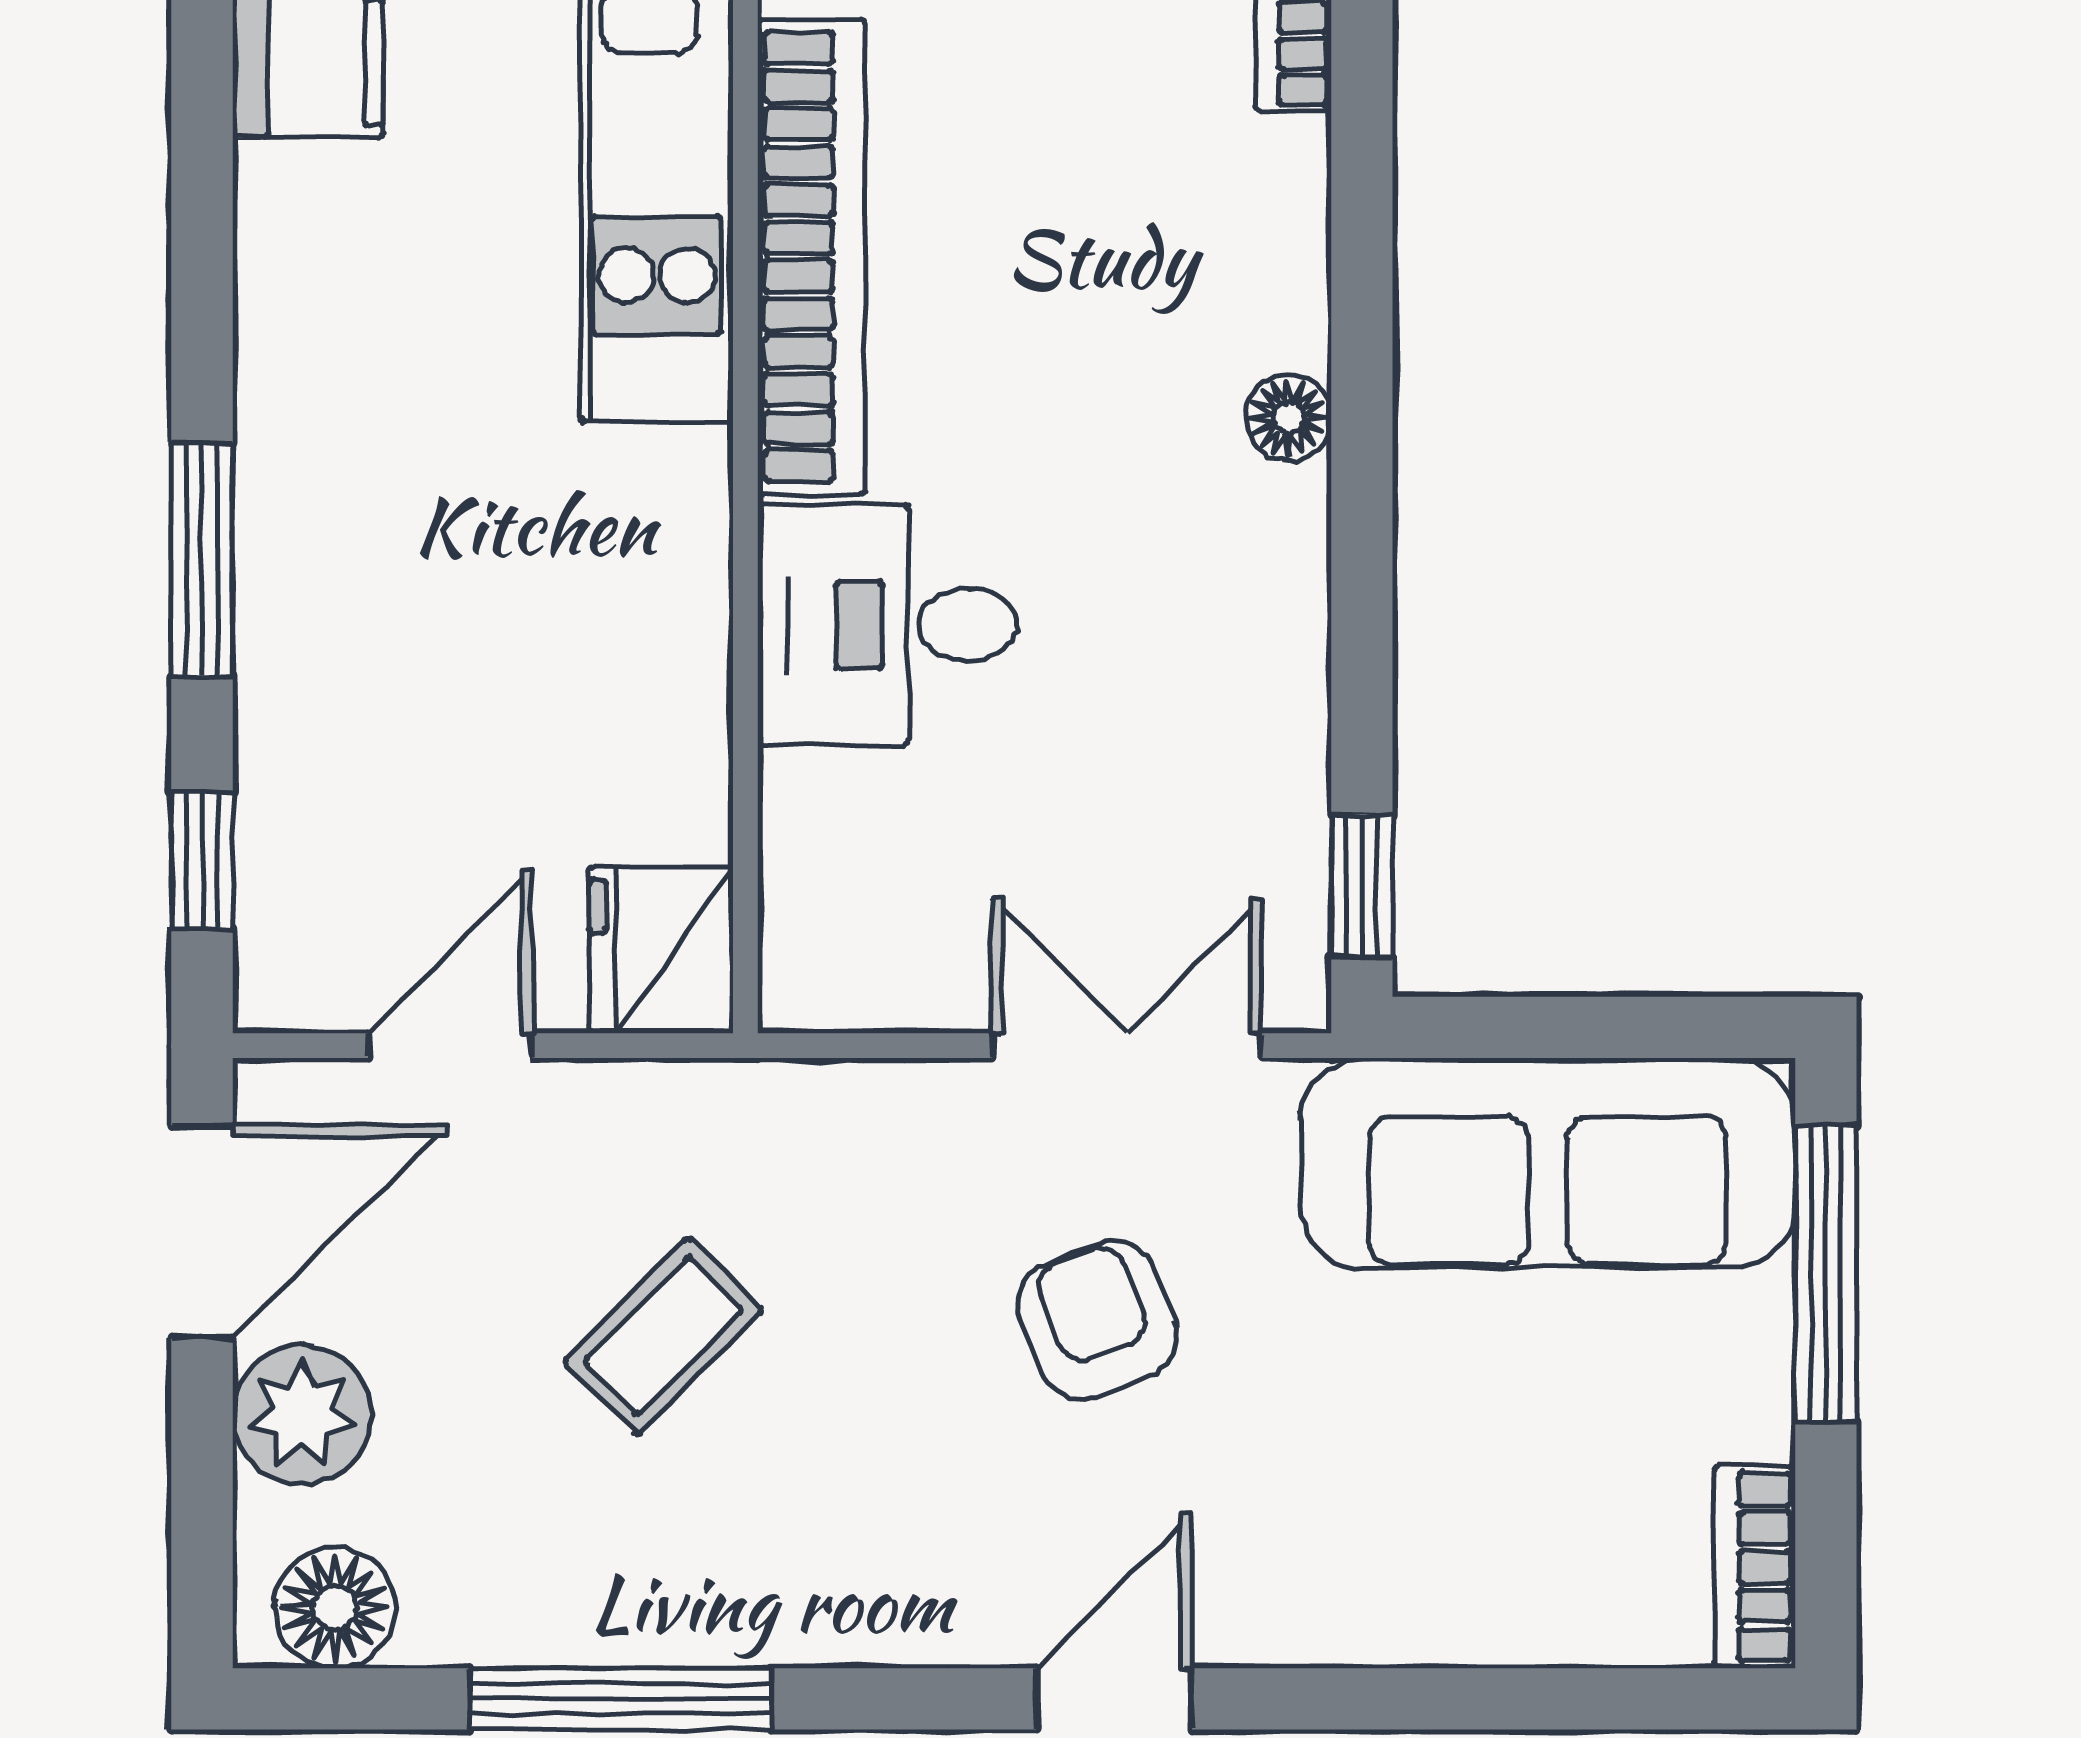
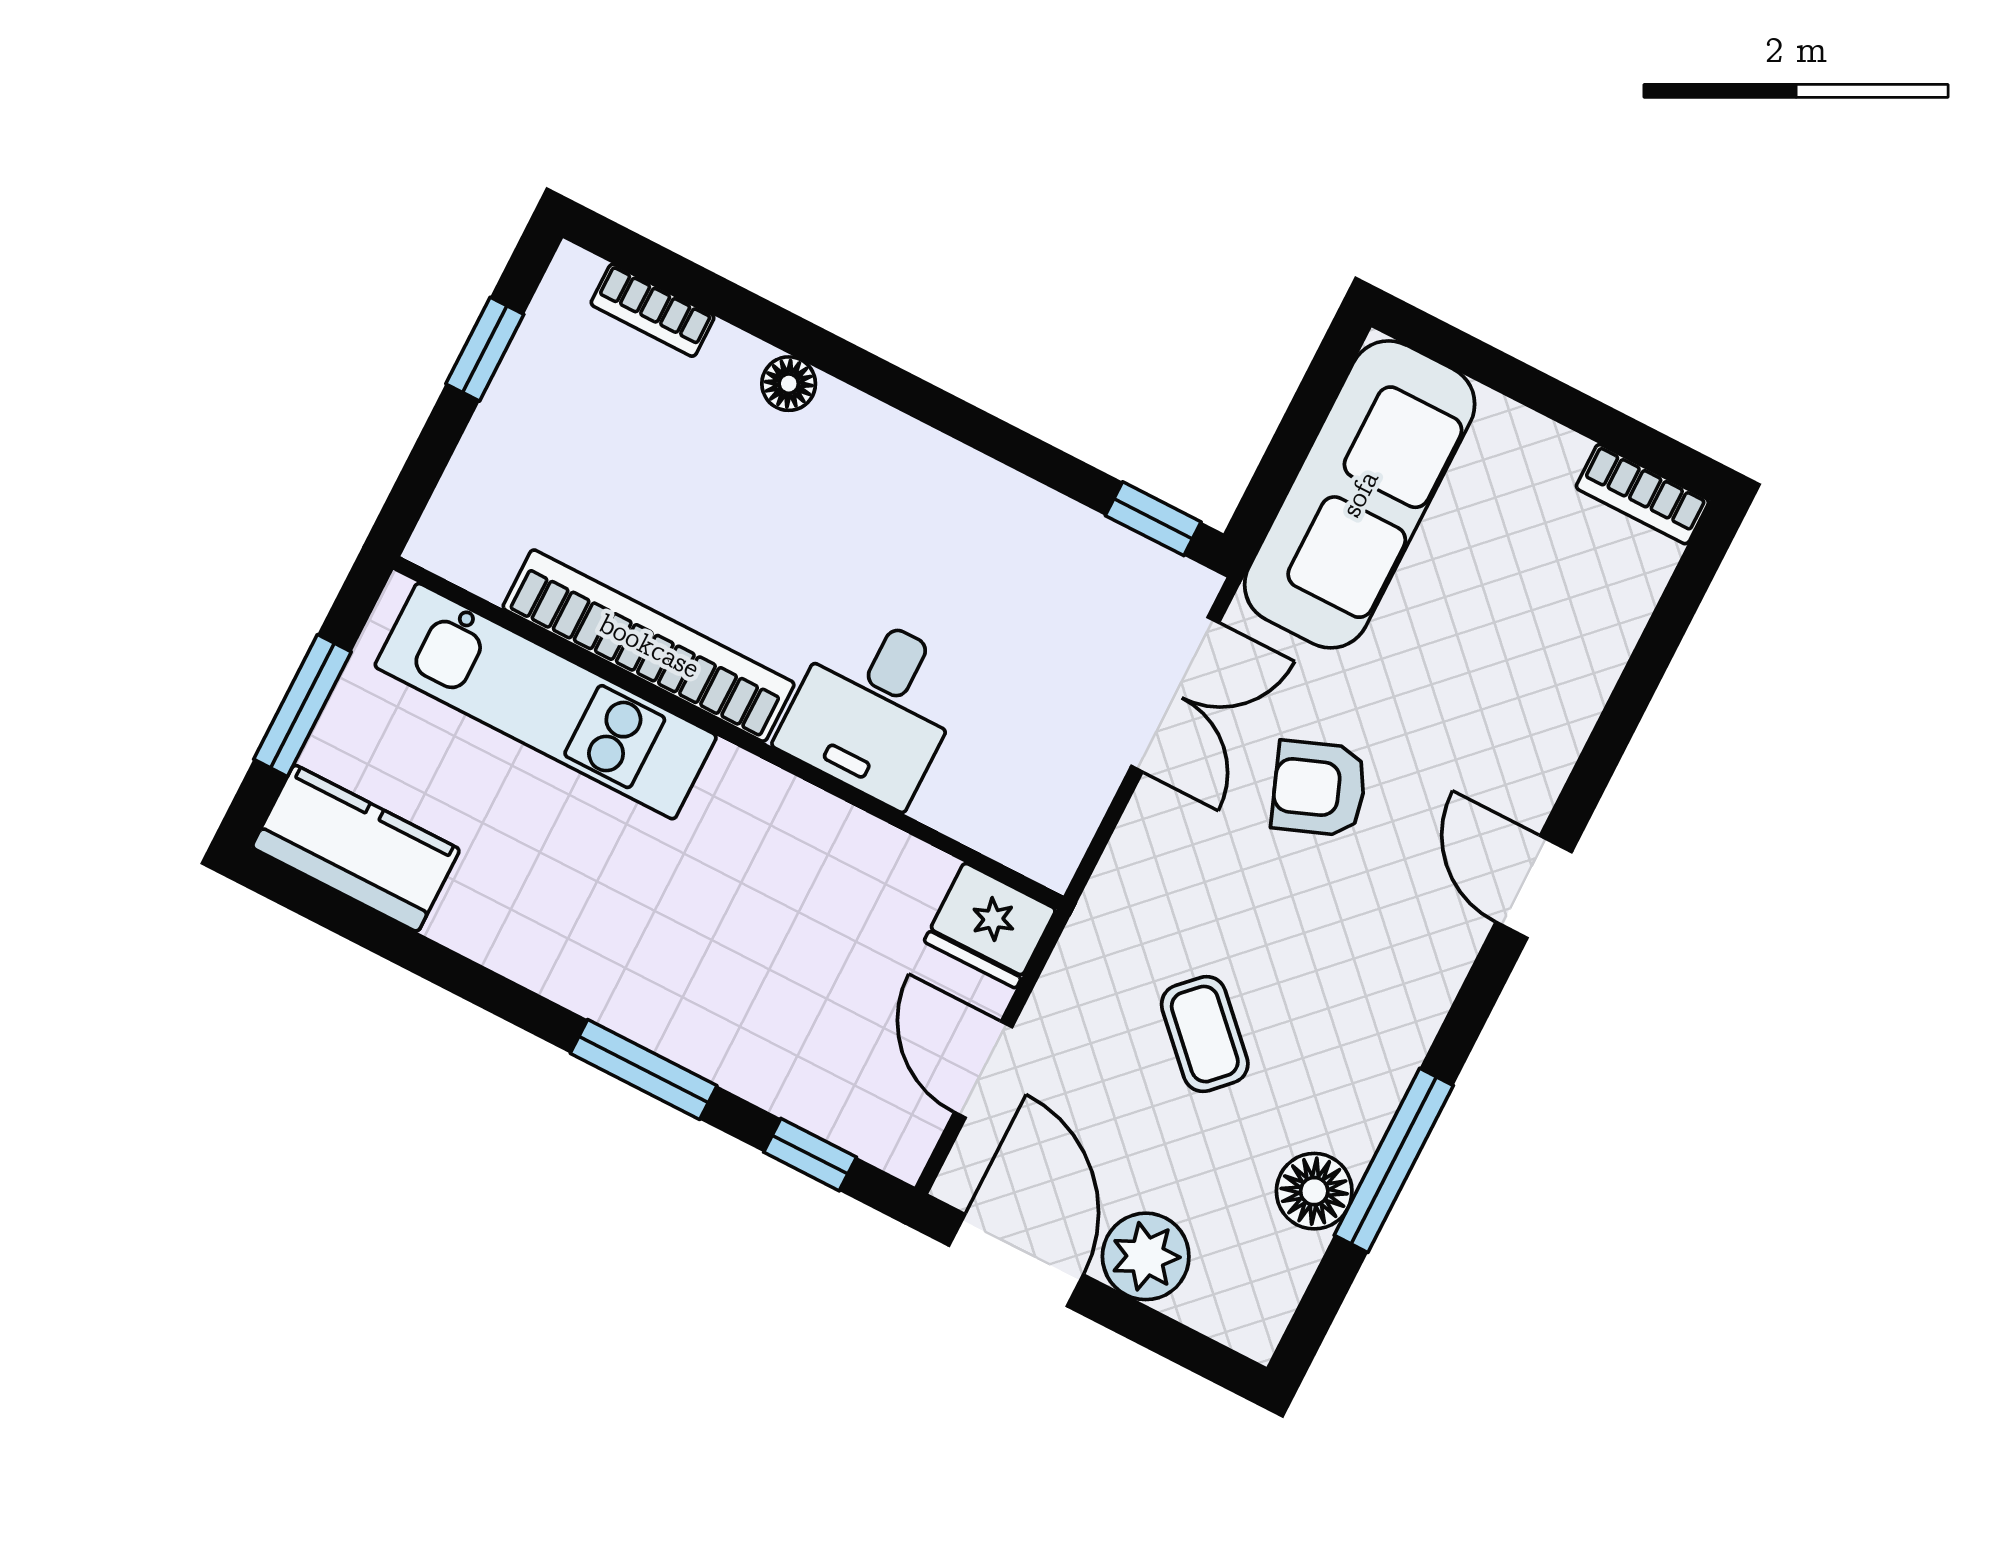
floor lamp: (1288, 418) -> (789, 384), moved
double door: (1127, 1046) -> (1175, 694), swing flipped
window: (1826, 1274) -> (1500, 372), removed
floor lamp: (335, 1608) -> (1314, 1191), moved

